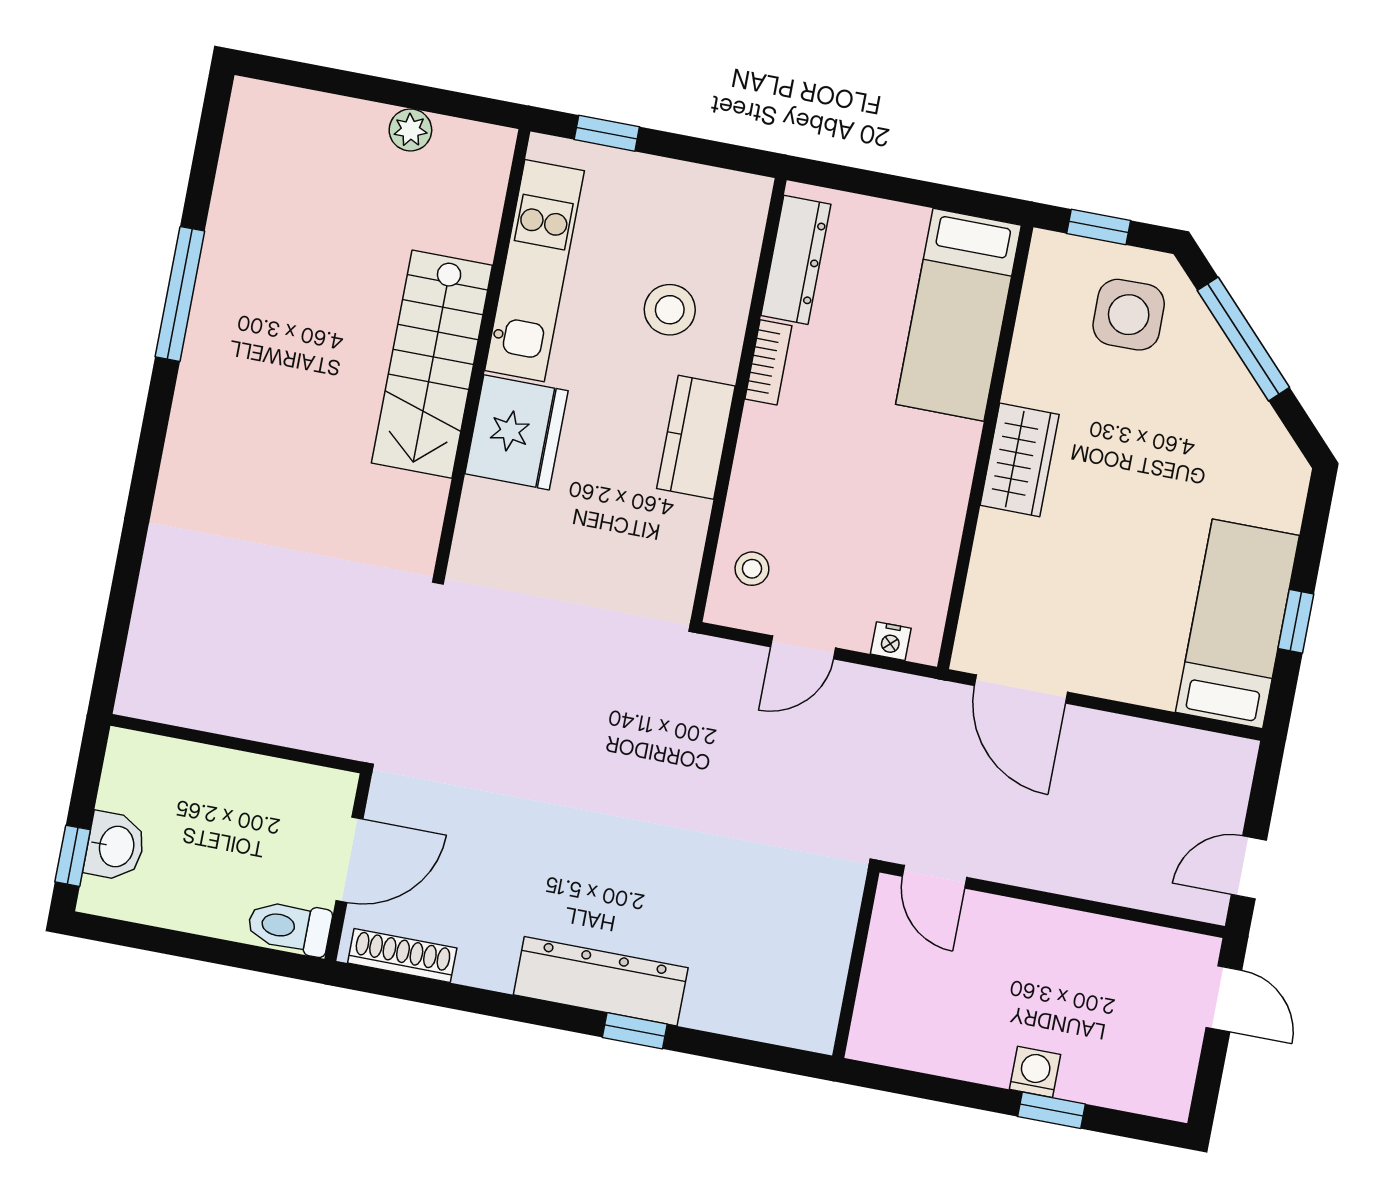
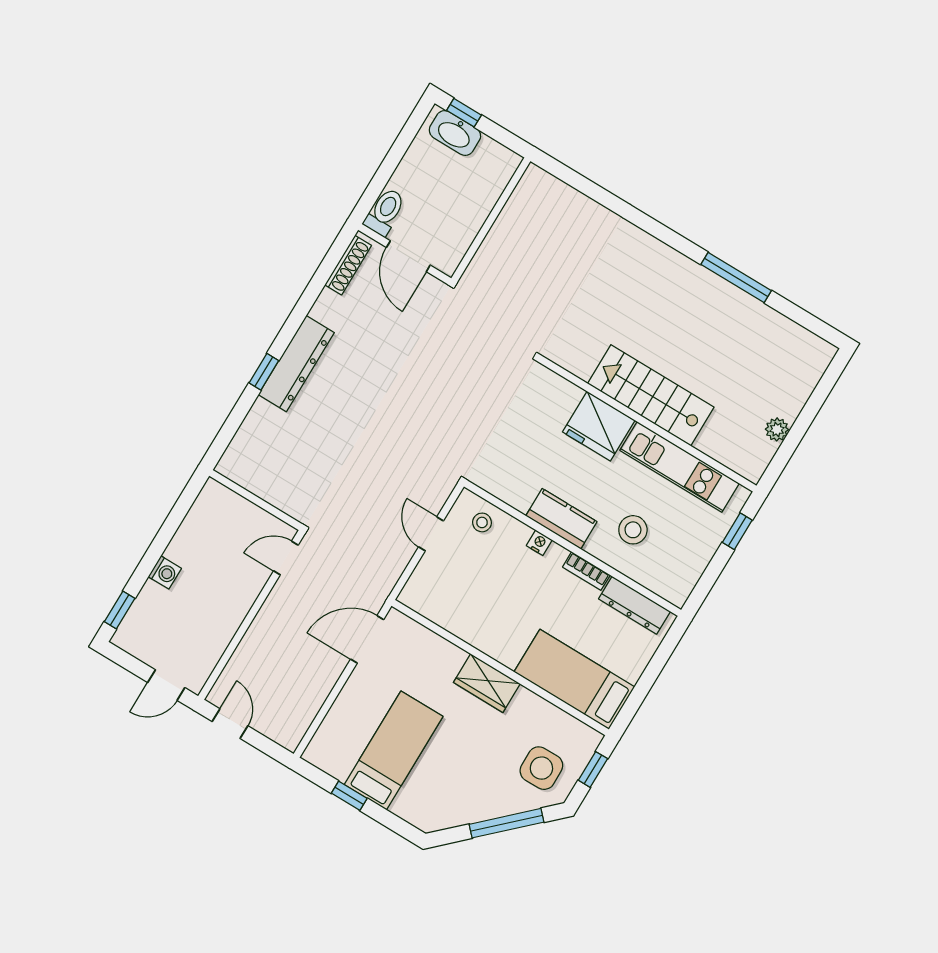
bed: (1237, 624) -> (394, 751), moved, turned -90
nightstand: (891, 641) -> (539, 543), moved, turned 90
washbasin: (115, 846) -> (455, 133), width x1.38
window: (1052, 1110) -> (120, 610), moved

